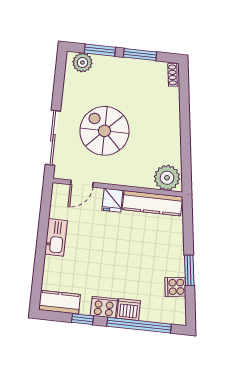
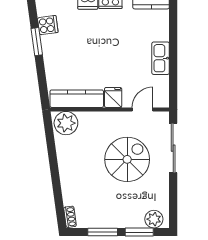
spiral stairs: (104, 131) -> (127, 159), turned -90

